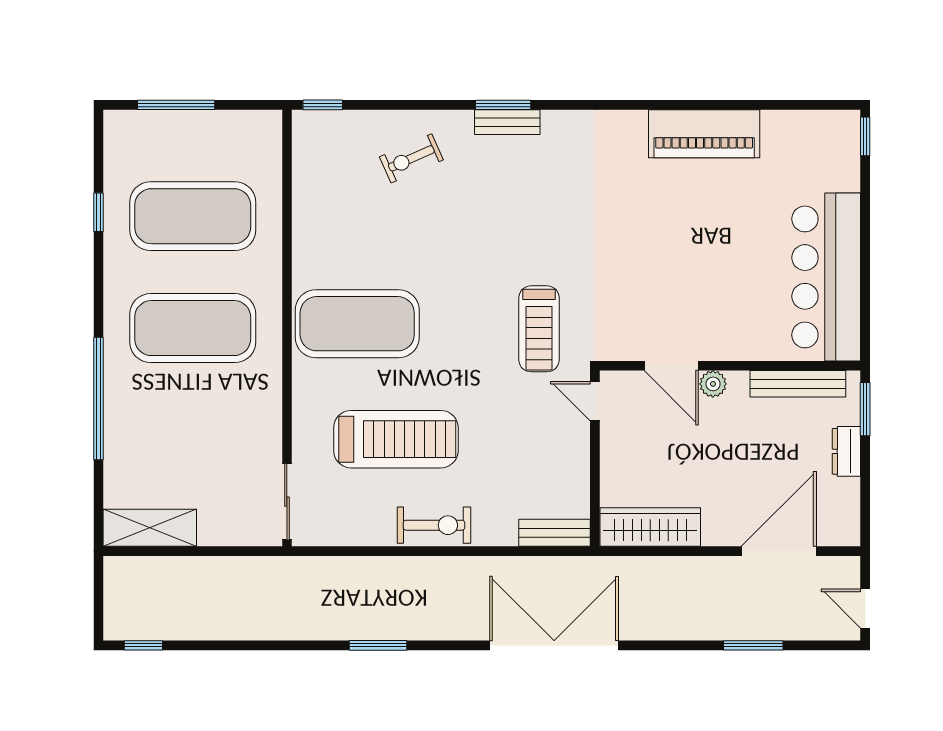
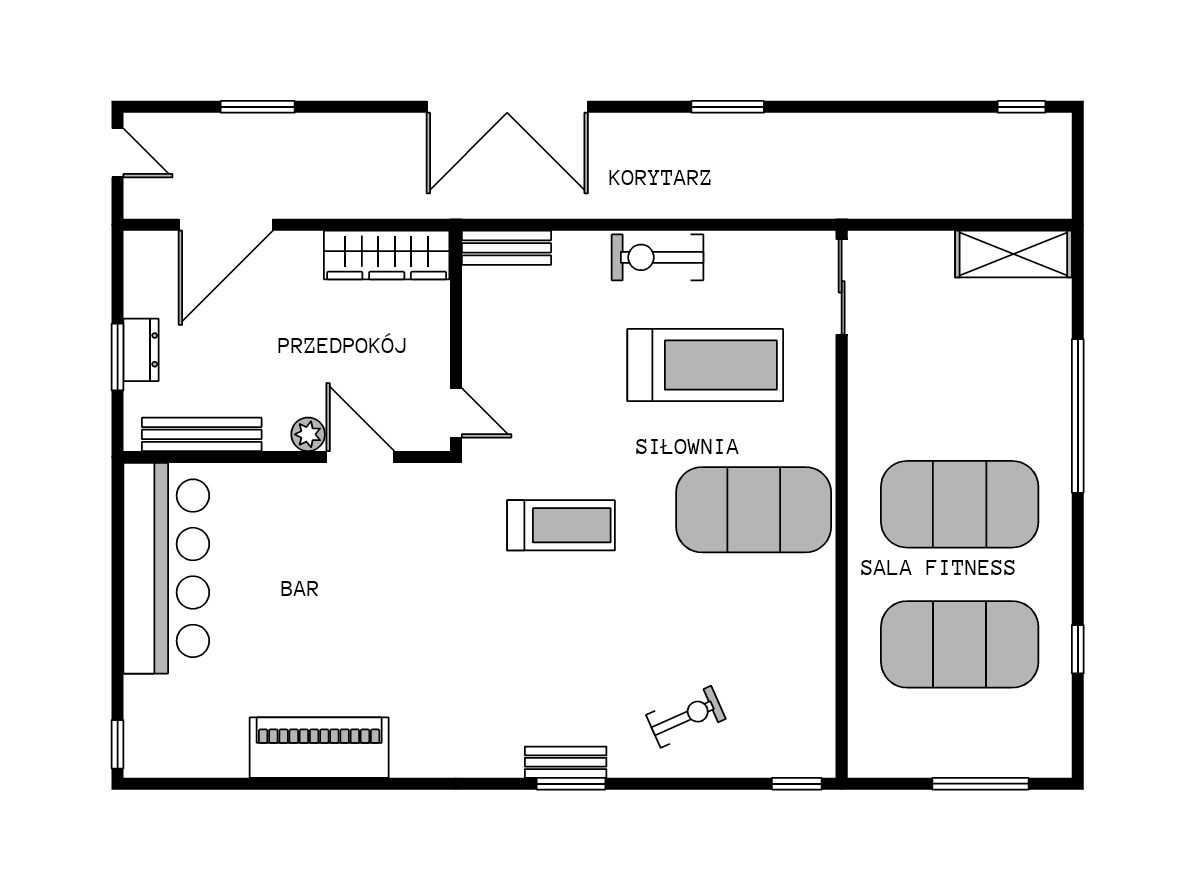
treadmill: (539, 329) -> (561, 525), moved, turned 90
window: (865, 409) -> (118, 357), moved
treadmill: (396, 439) -> (705, 365), turned 180

